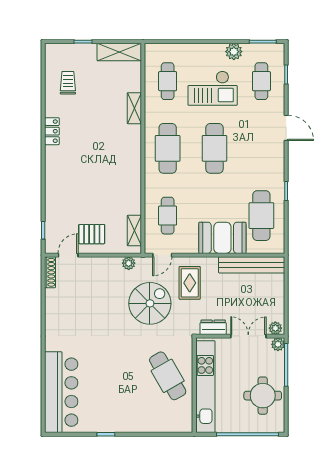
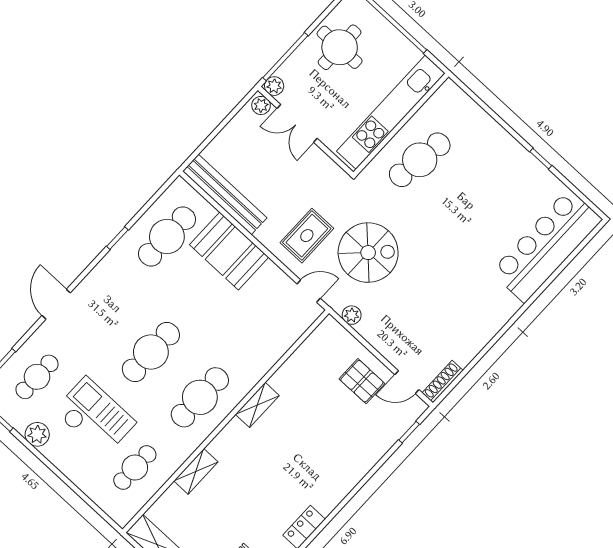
cafe table: (168, 216) -> (265, 327), removed
shelving: (134, 231) -> (257, 405), moved
spiral stairs: (150, 303) -> (368, 253), turned 180
dresser: (213, 327) -> (325, 167), removed
cafe table: (168, 376) -> (420, 160), turned 38

